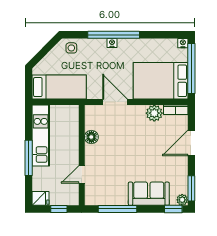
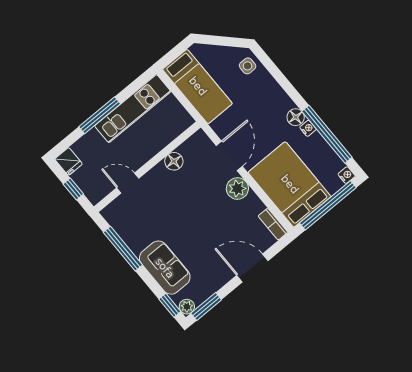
window: (114, 35) -> (327, 134), moved
nightstand: (112, 43) -> (308, 128), moved
floor lamp: (124, 45) -> (296, 117), added
plant: (154, 113) -> (237, 188), moved

